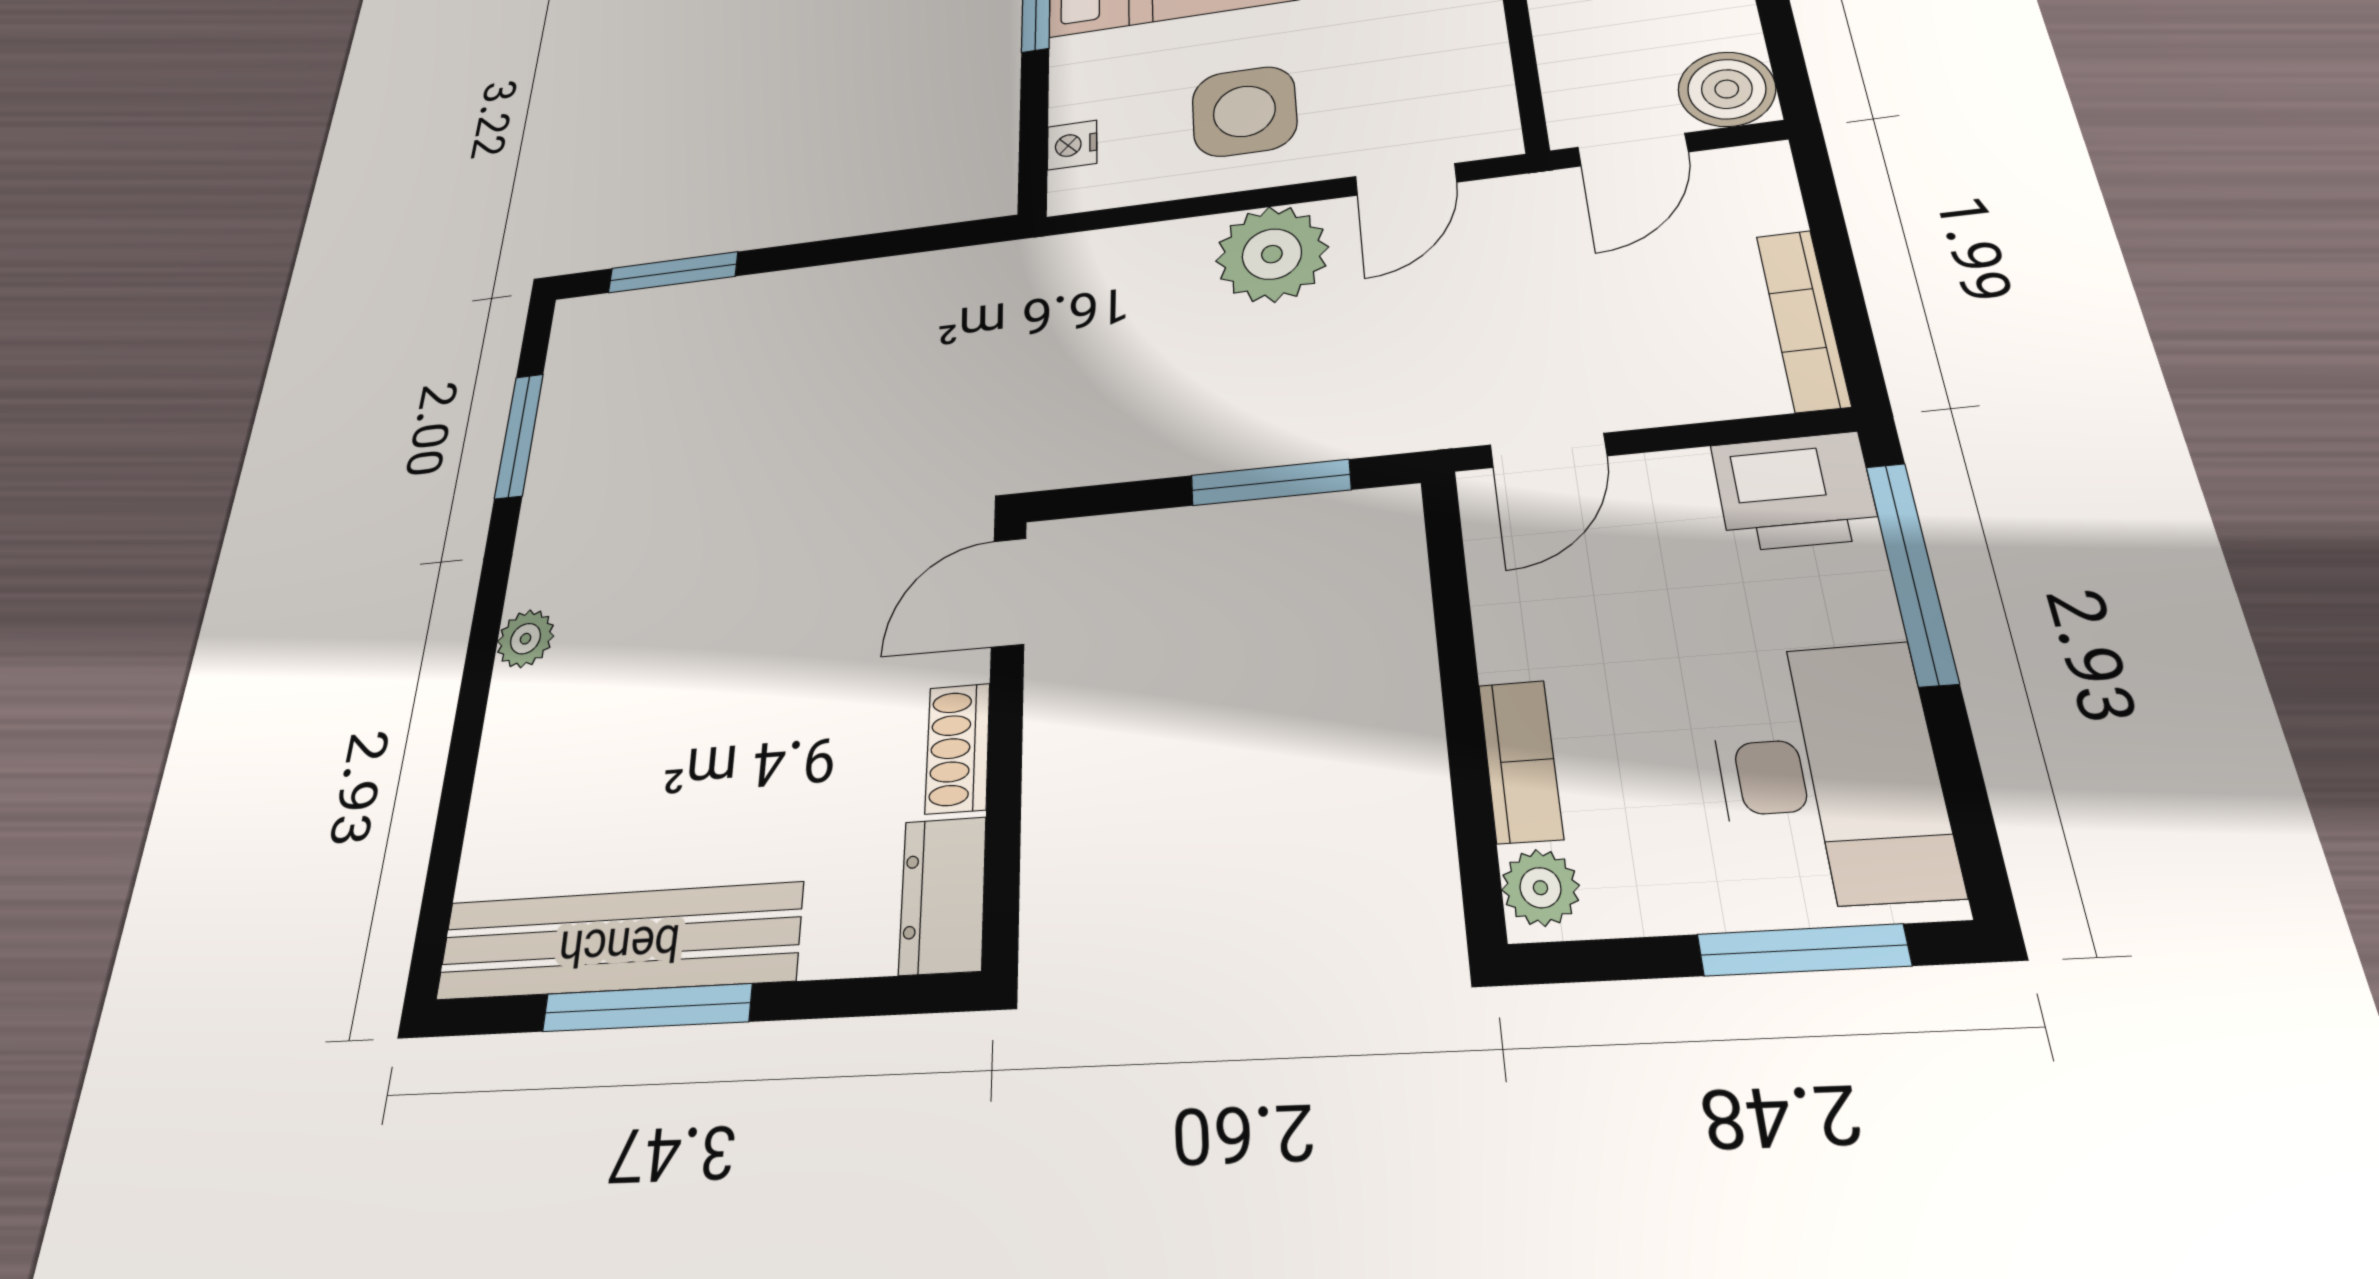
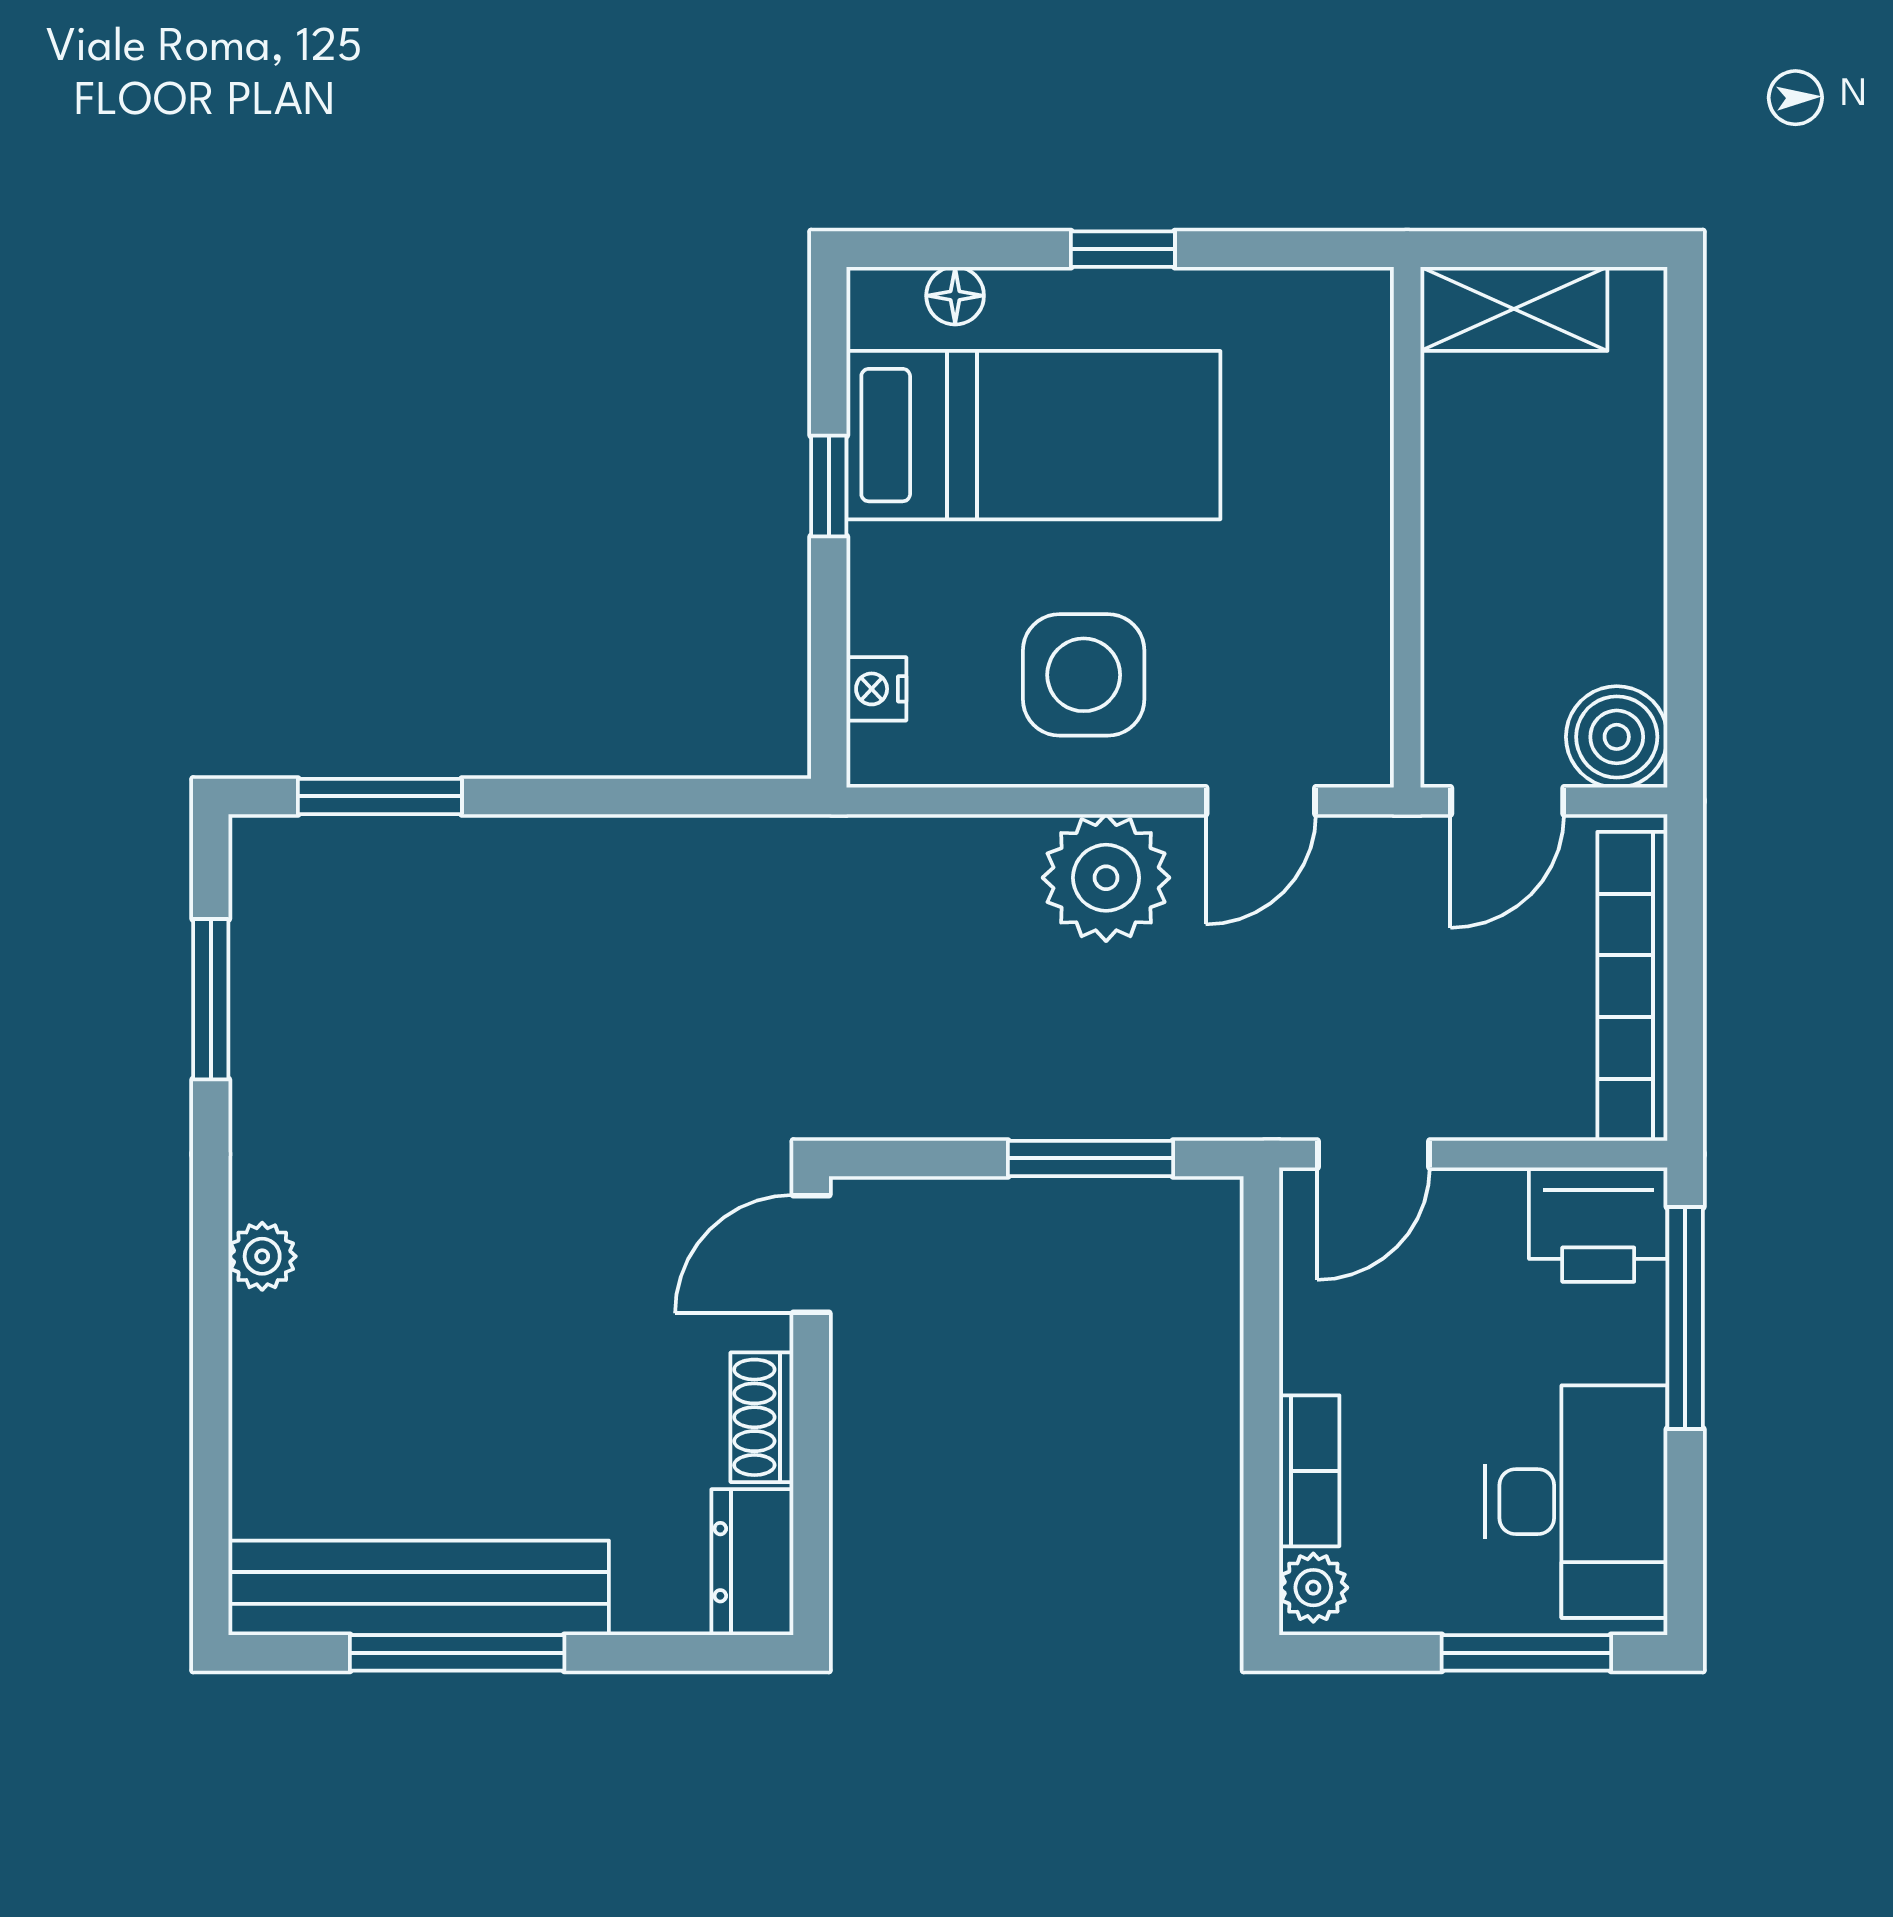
bookcase: (1803, 320) -> (1632, 986), width x1.48, depth x1.31

